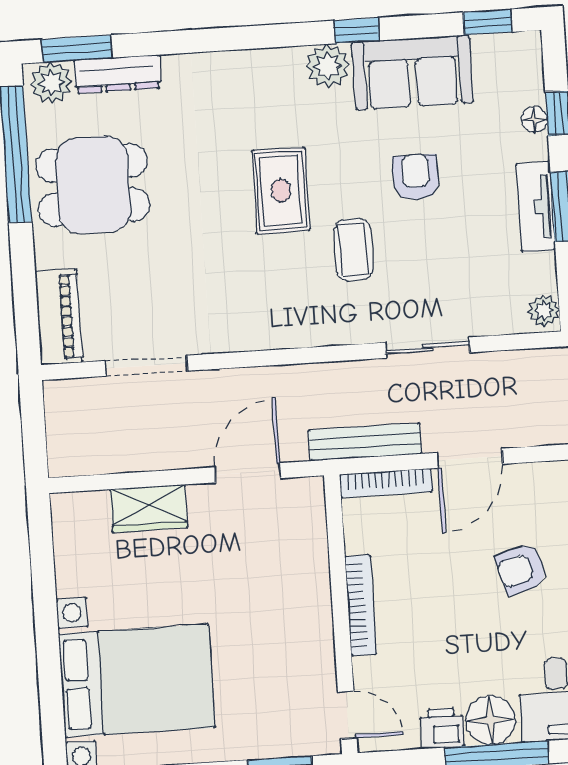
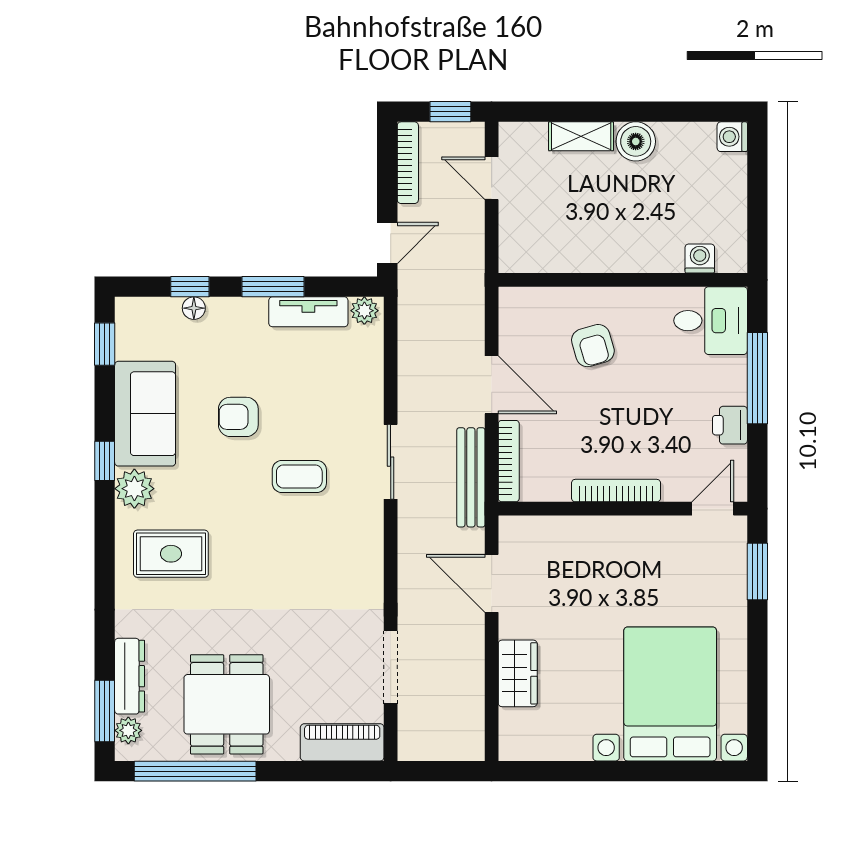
plant: (51, 83) -> (128, 730), width x0.73, depth x0.73
rug: (281, 191) -> (171, 554), moved
tv unit: (536, 207) -> (308, 312), moved
sliding door: (428, 348) -> (391, 462), moved
floor lamp: (490, 720) -> (725, 382), removed

